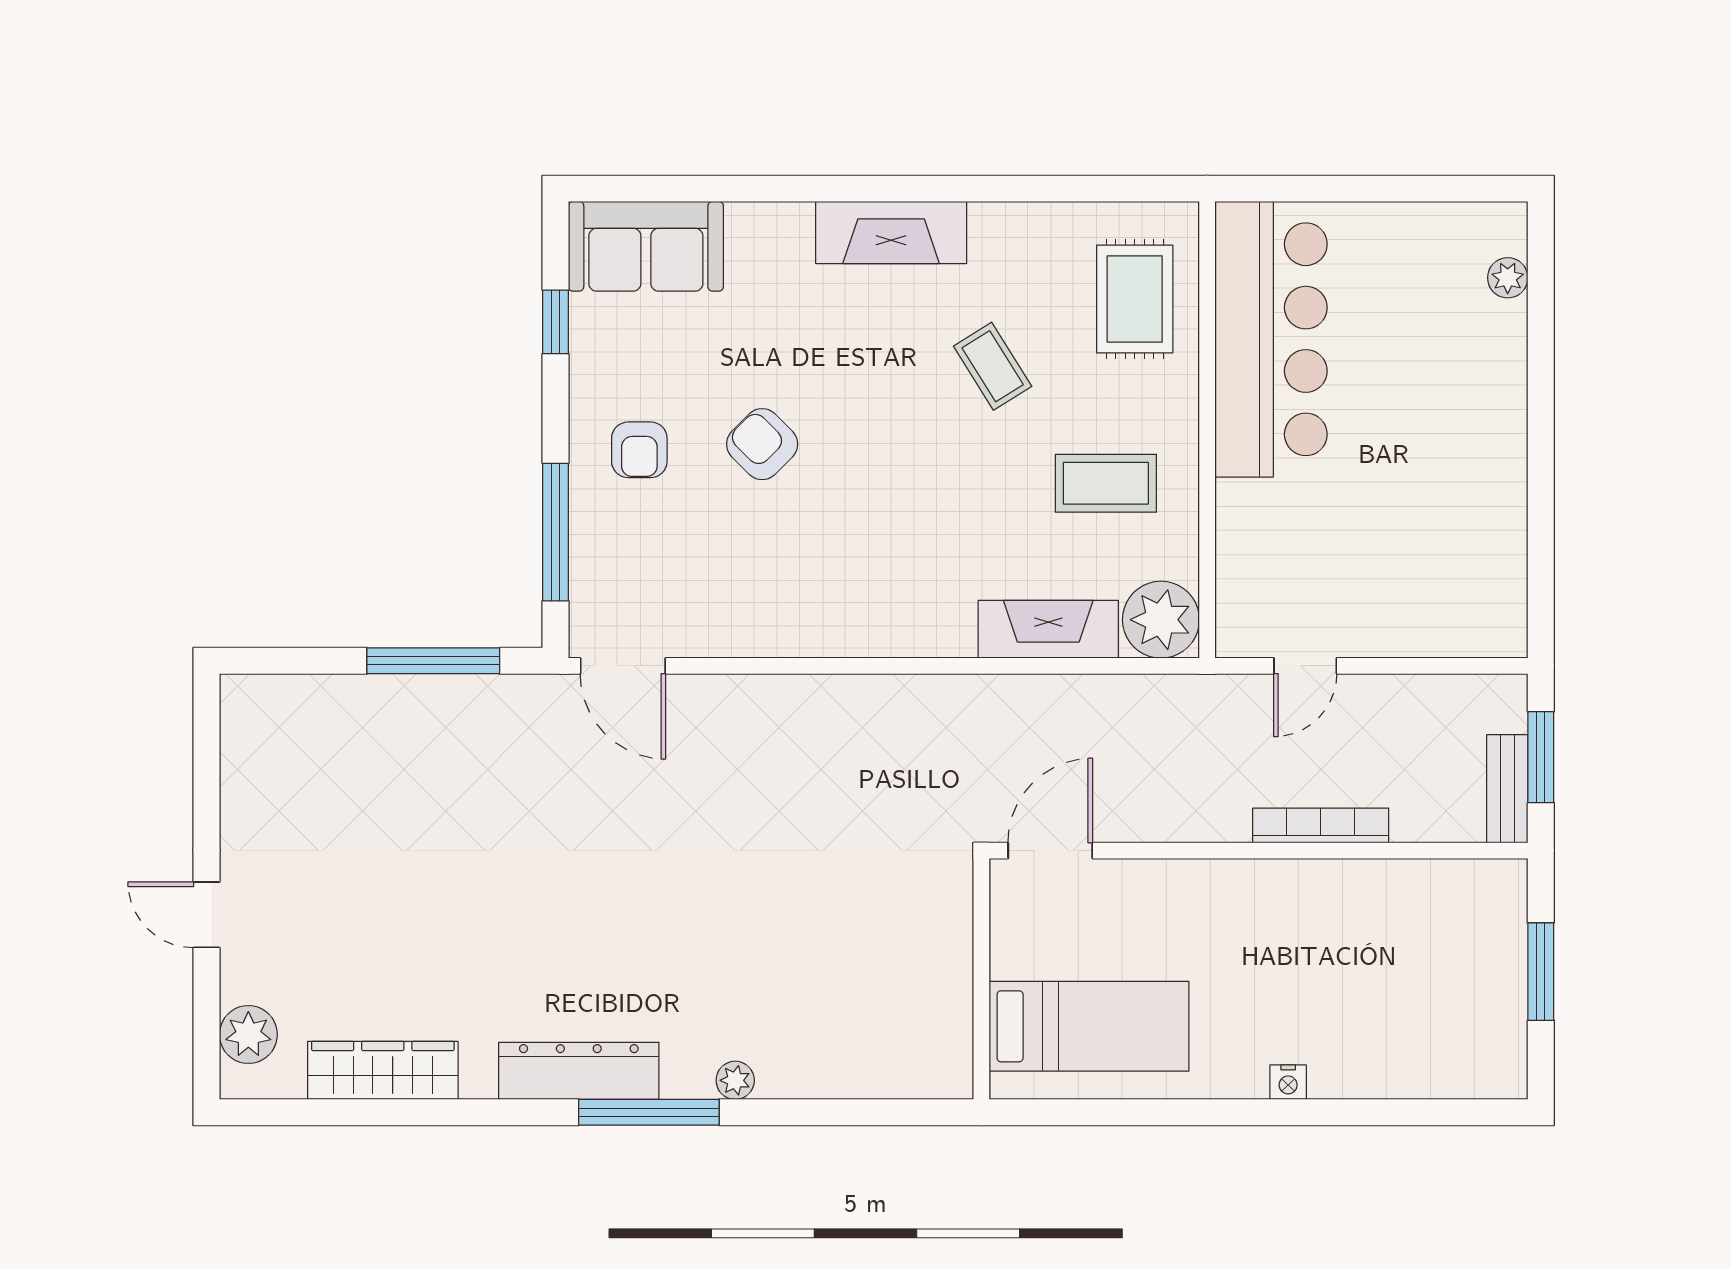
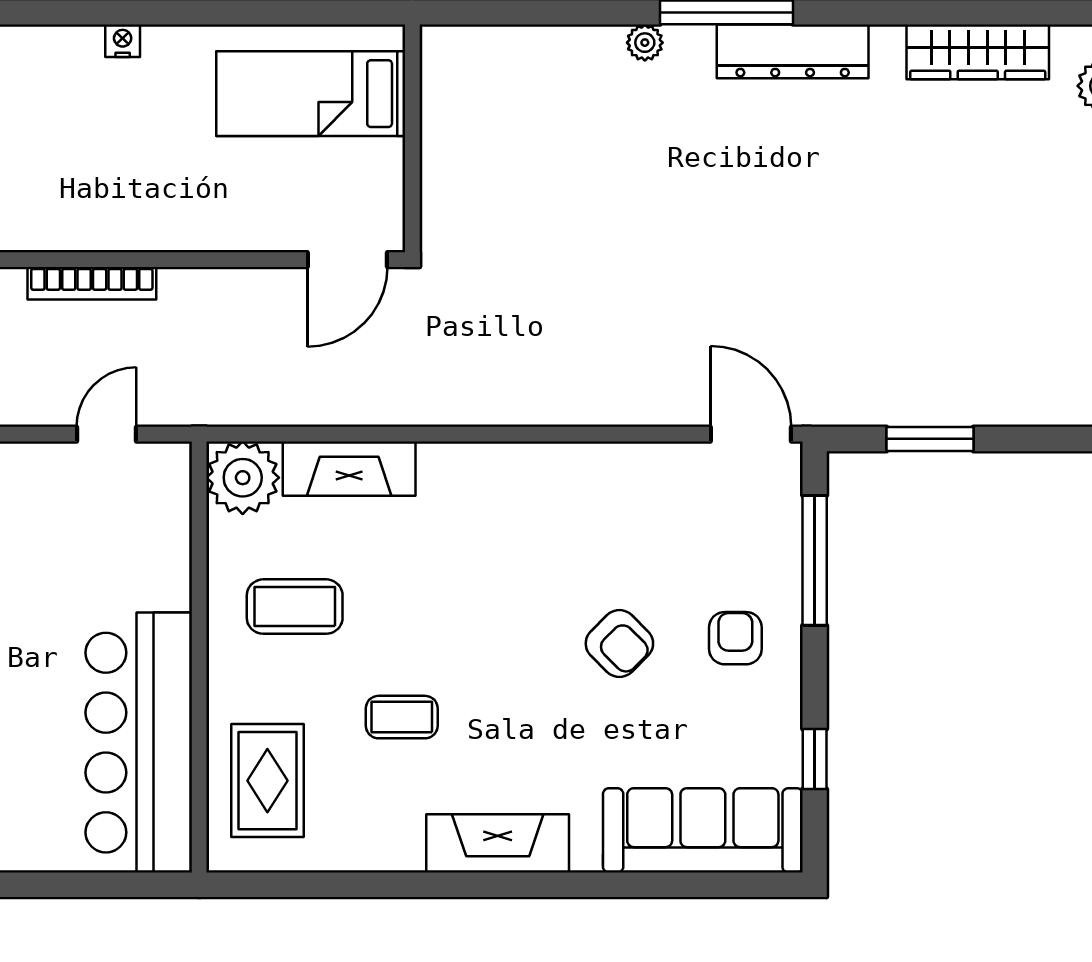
sofa: (646, 246) -> (703, 830), width x1.36
coffee table: (993, 366) -> (402, 717), turned -58
window: (433, 661) -> (930, 439), width x0.69

